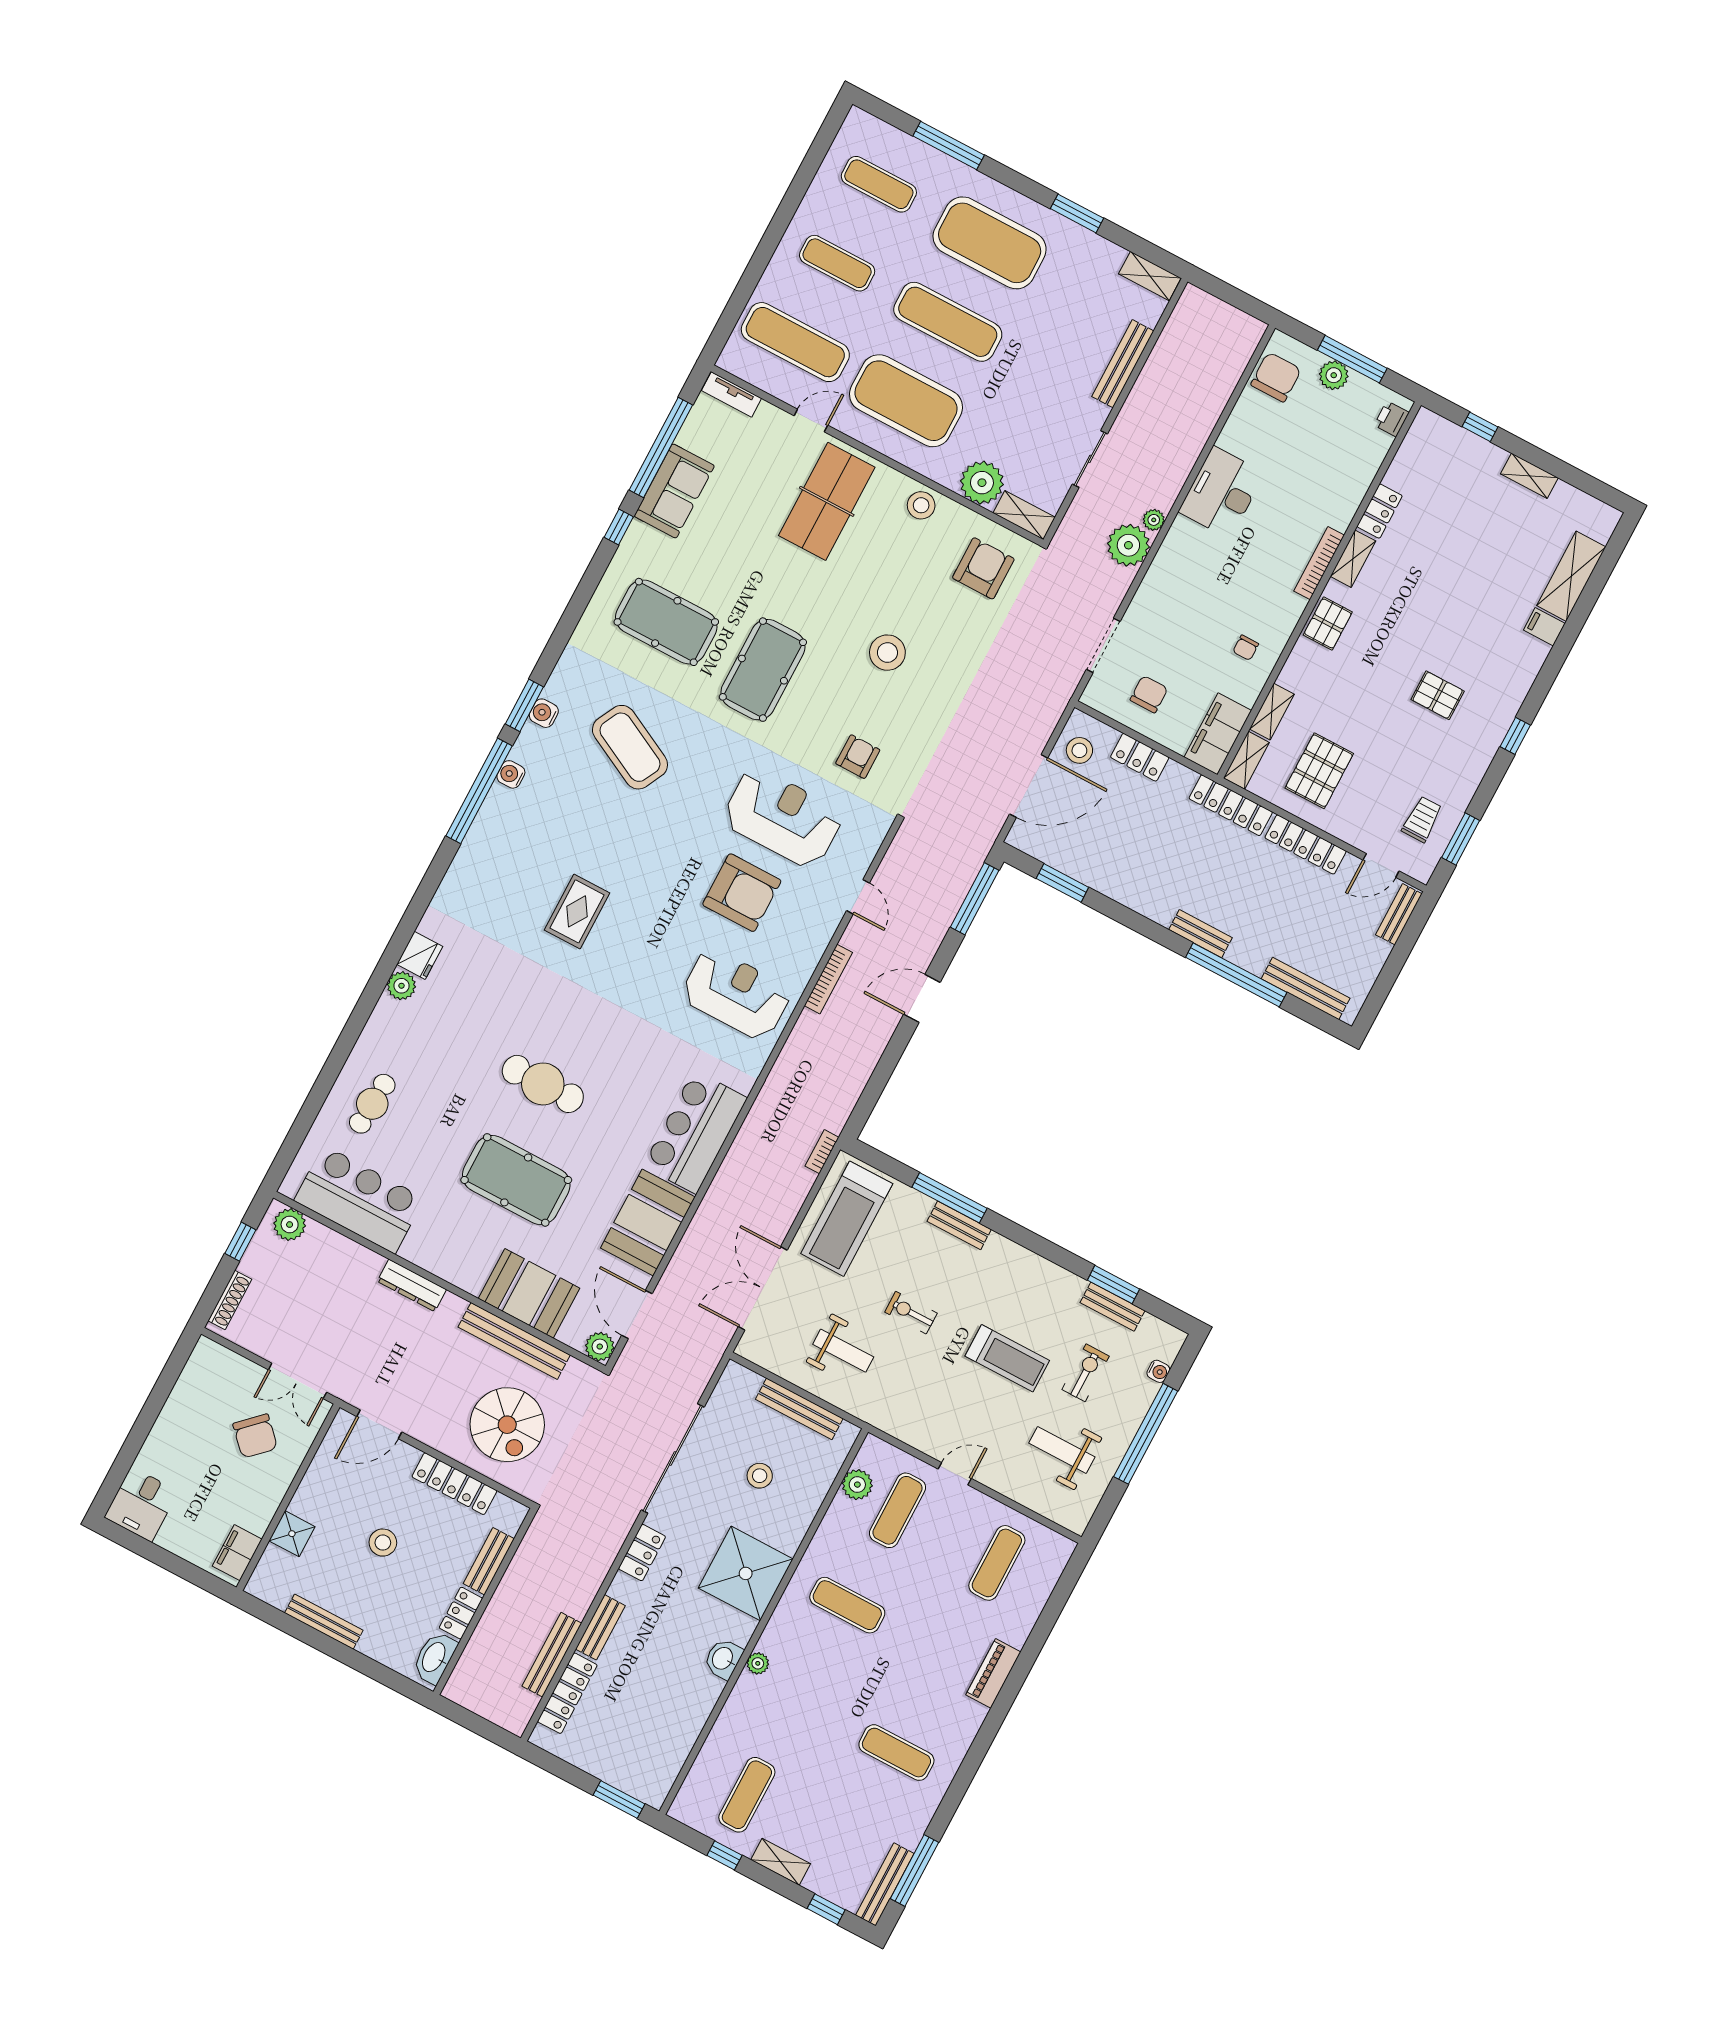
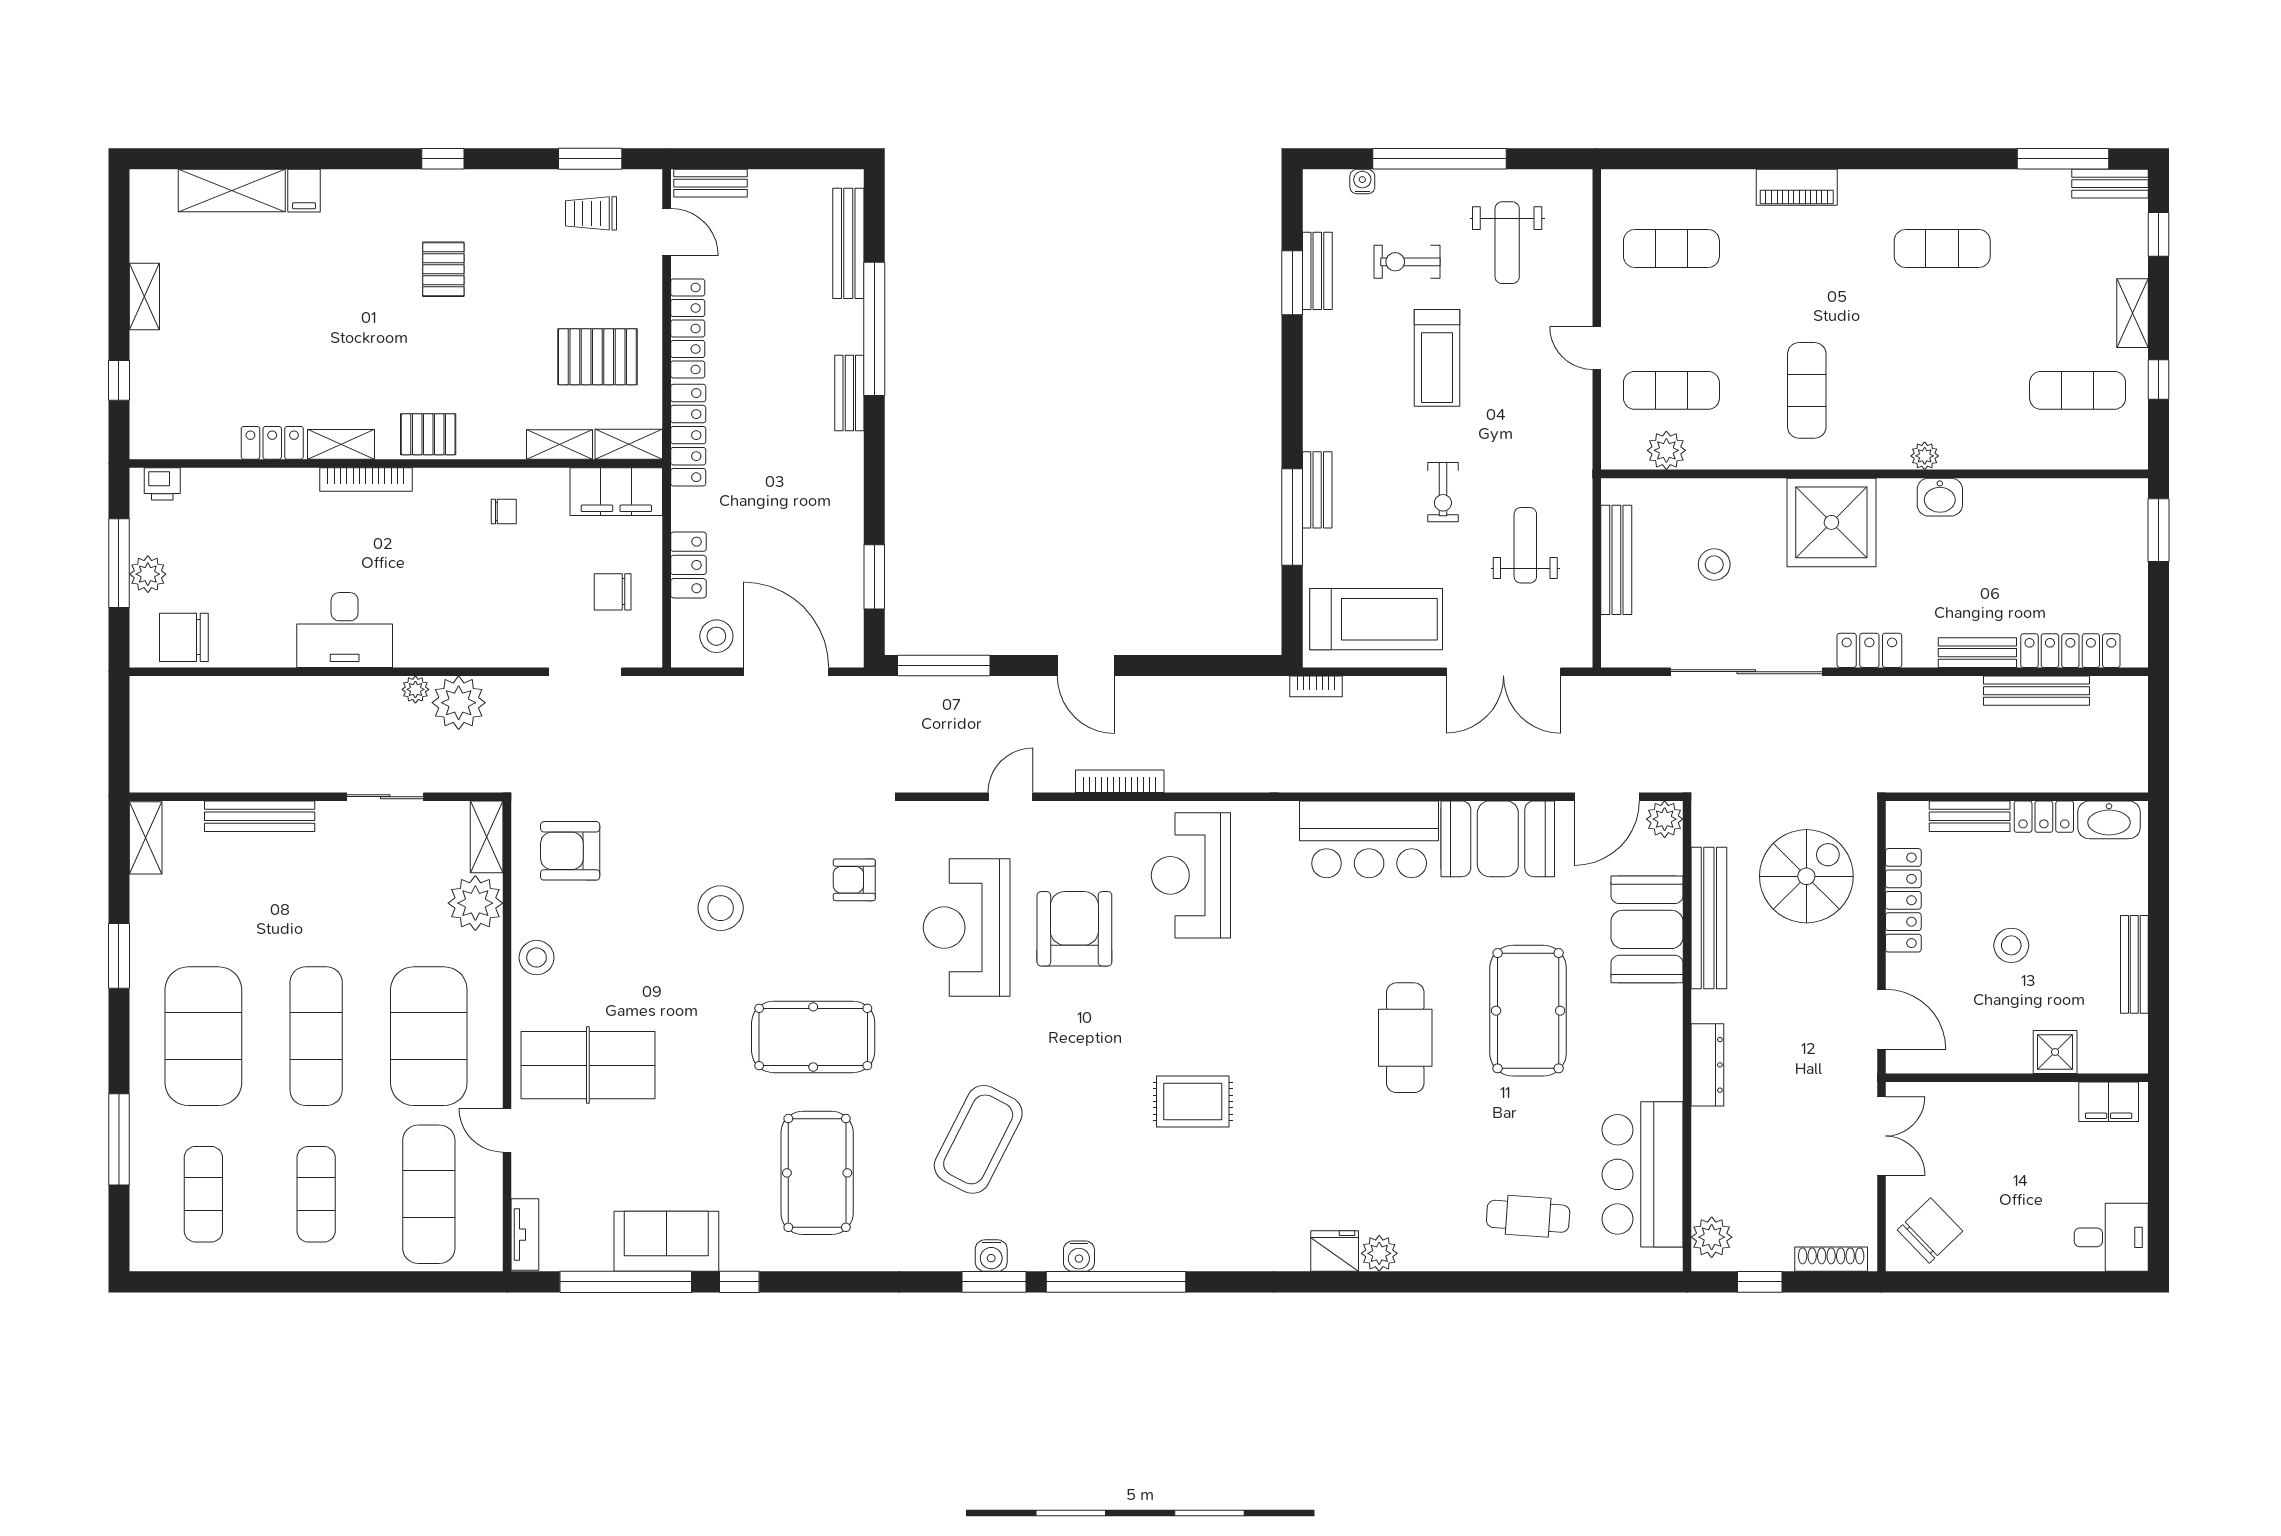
treadmill: (1007, 1358) -> (1437, 358), turned 180
chair: (255, 1436) -> (1930, 1230), moved
exercise mat: (896, 1753) -> (1942, 249), turned 90
bench: (885, 1884) -> (2110, 184), width x0.73

